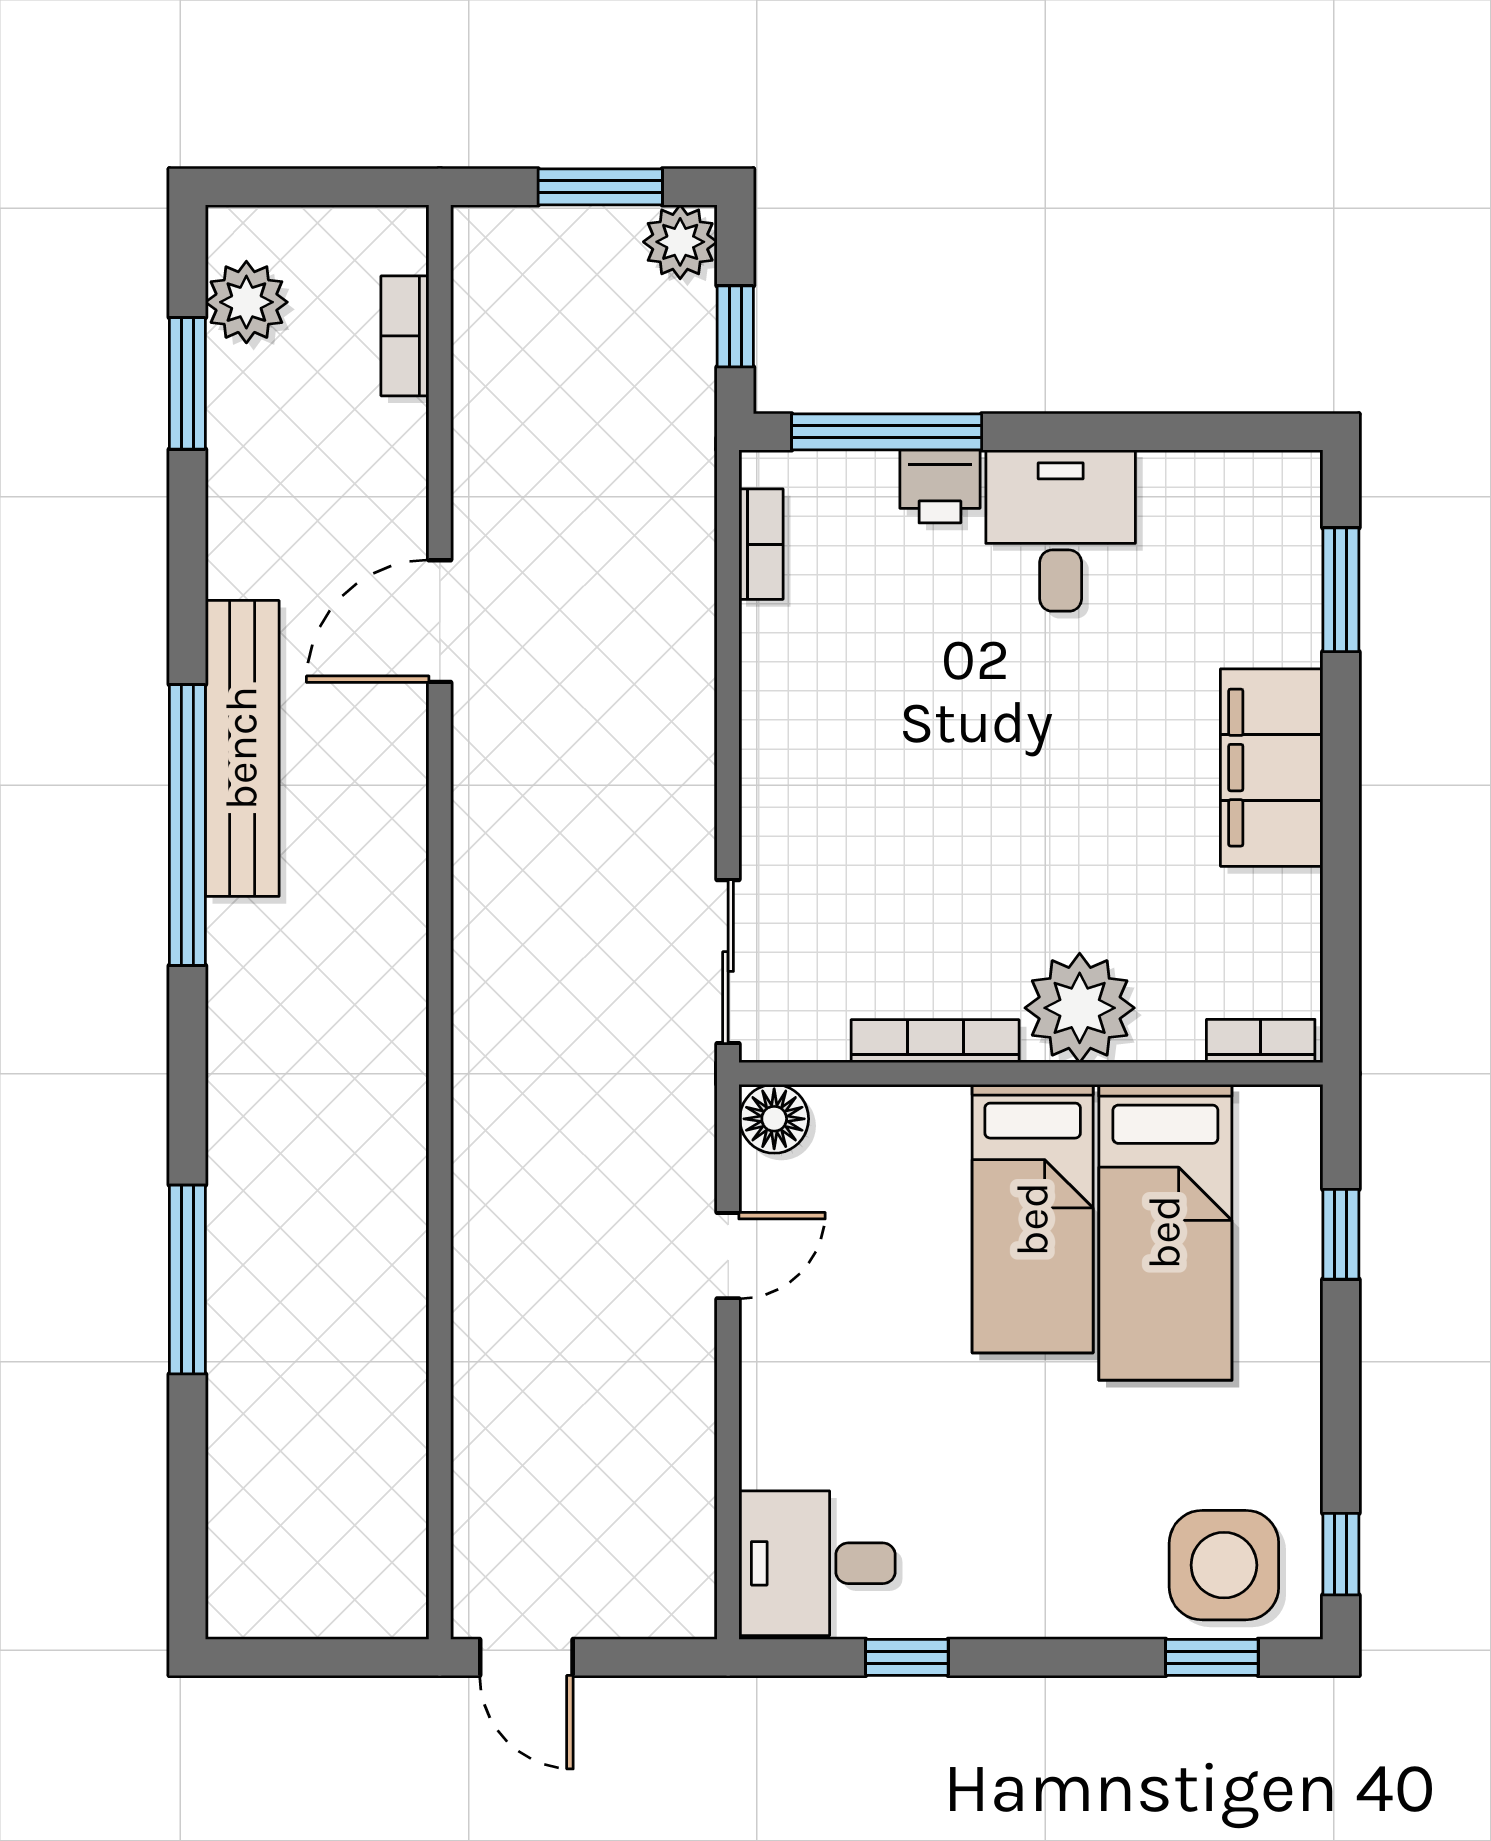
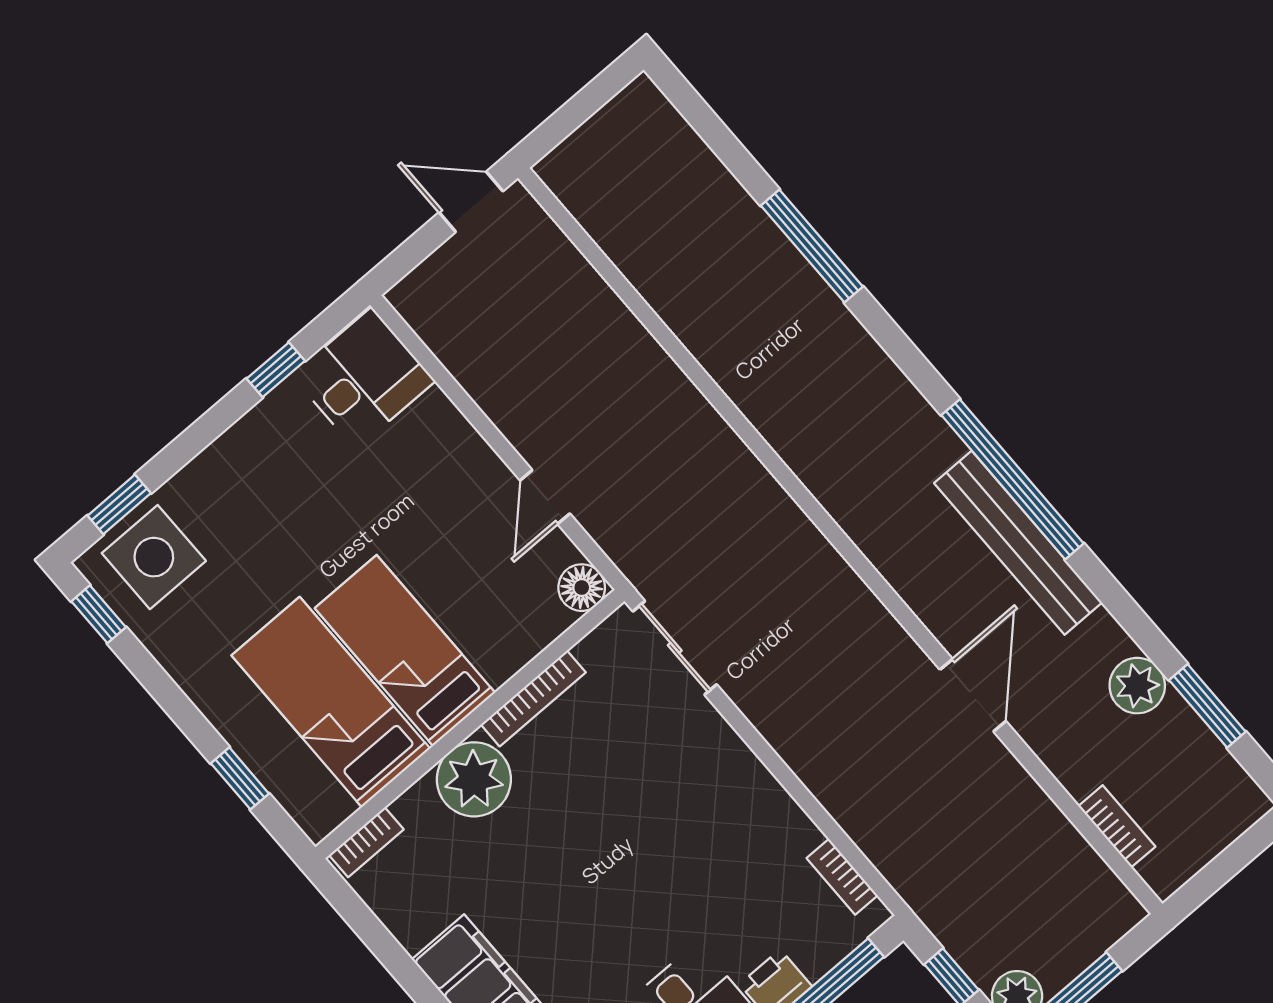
plant: (246, 302) -> (1137, 686), moved

